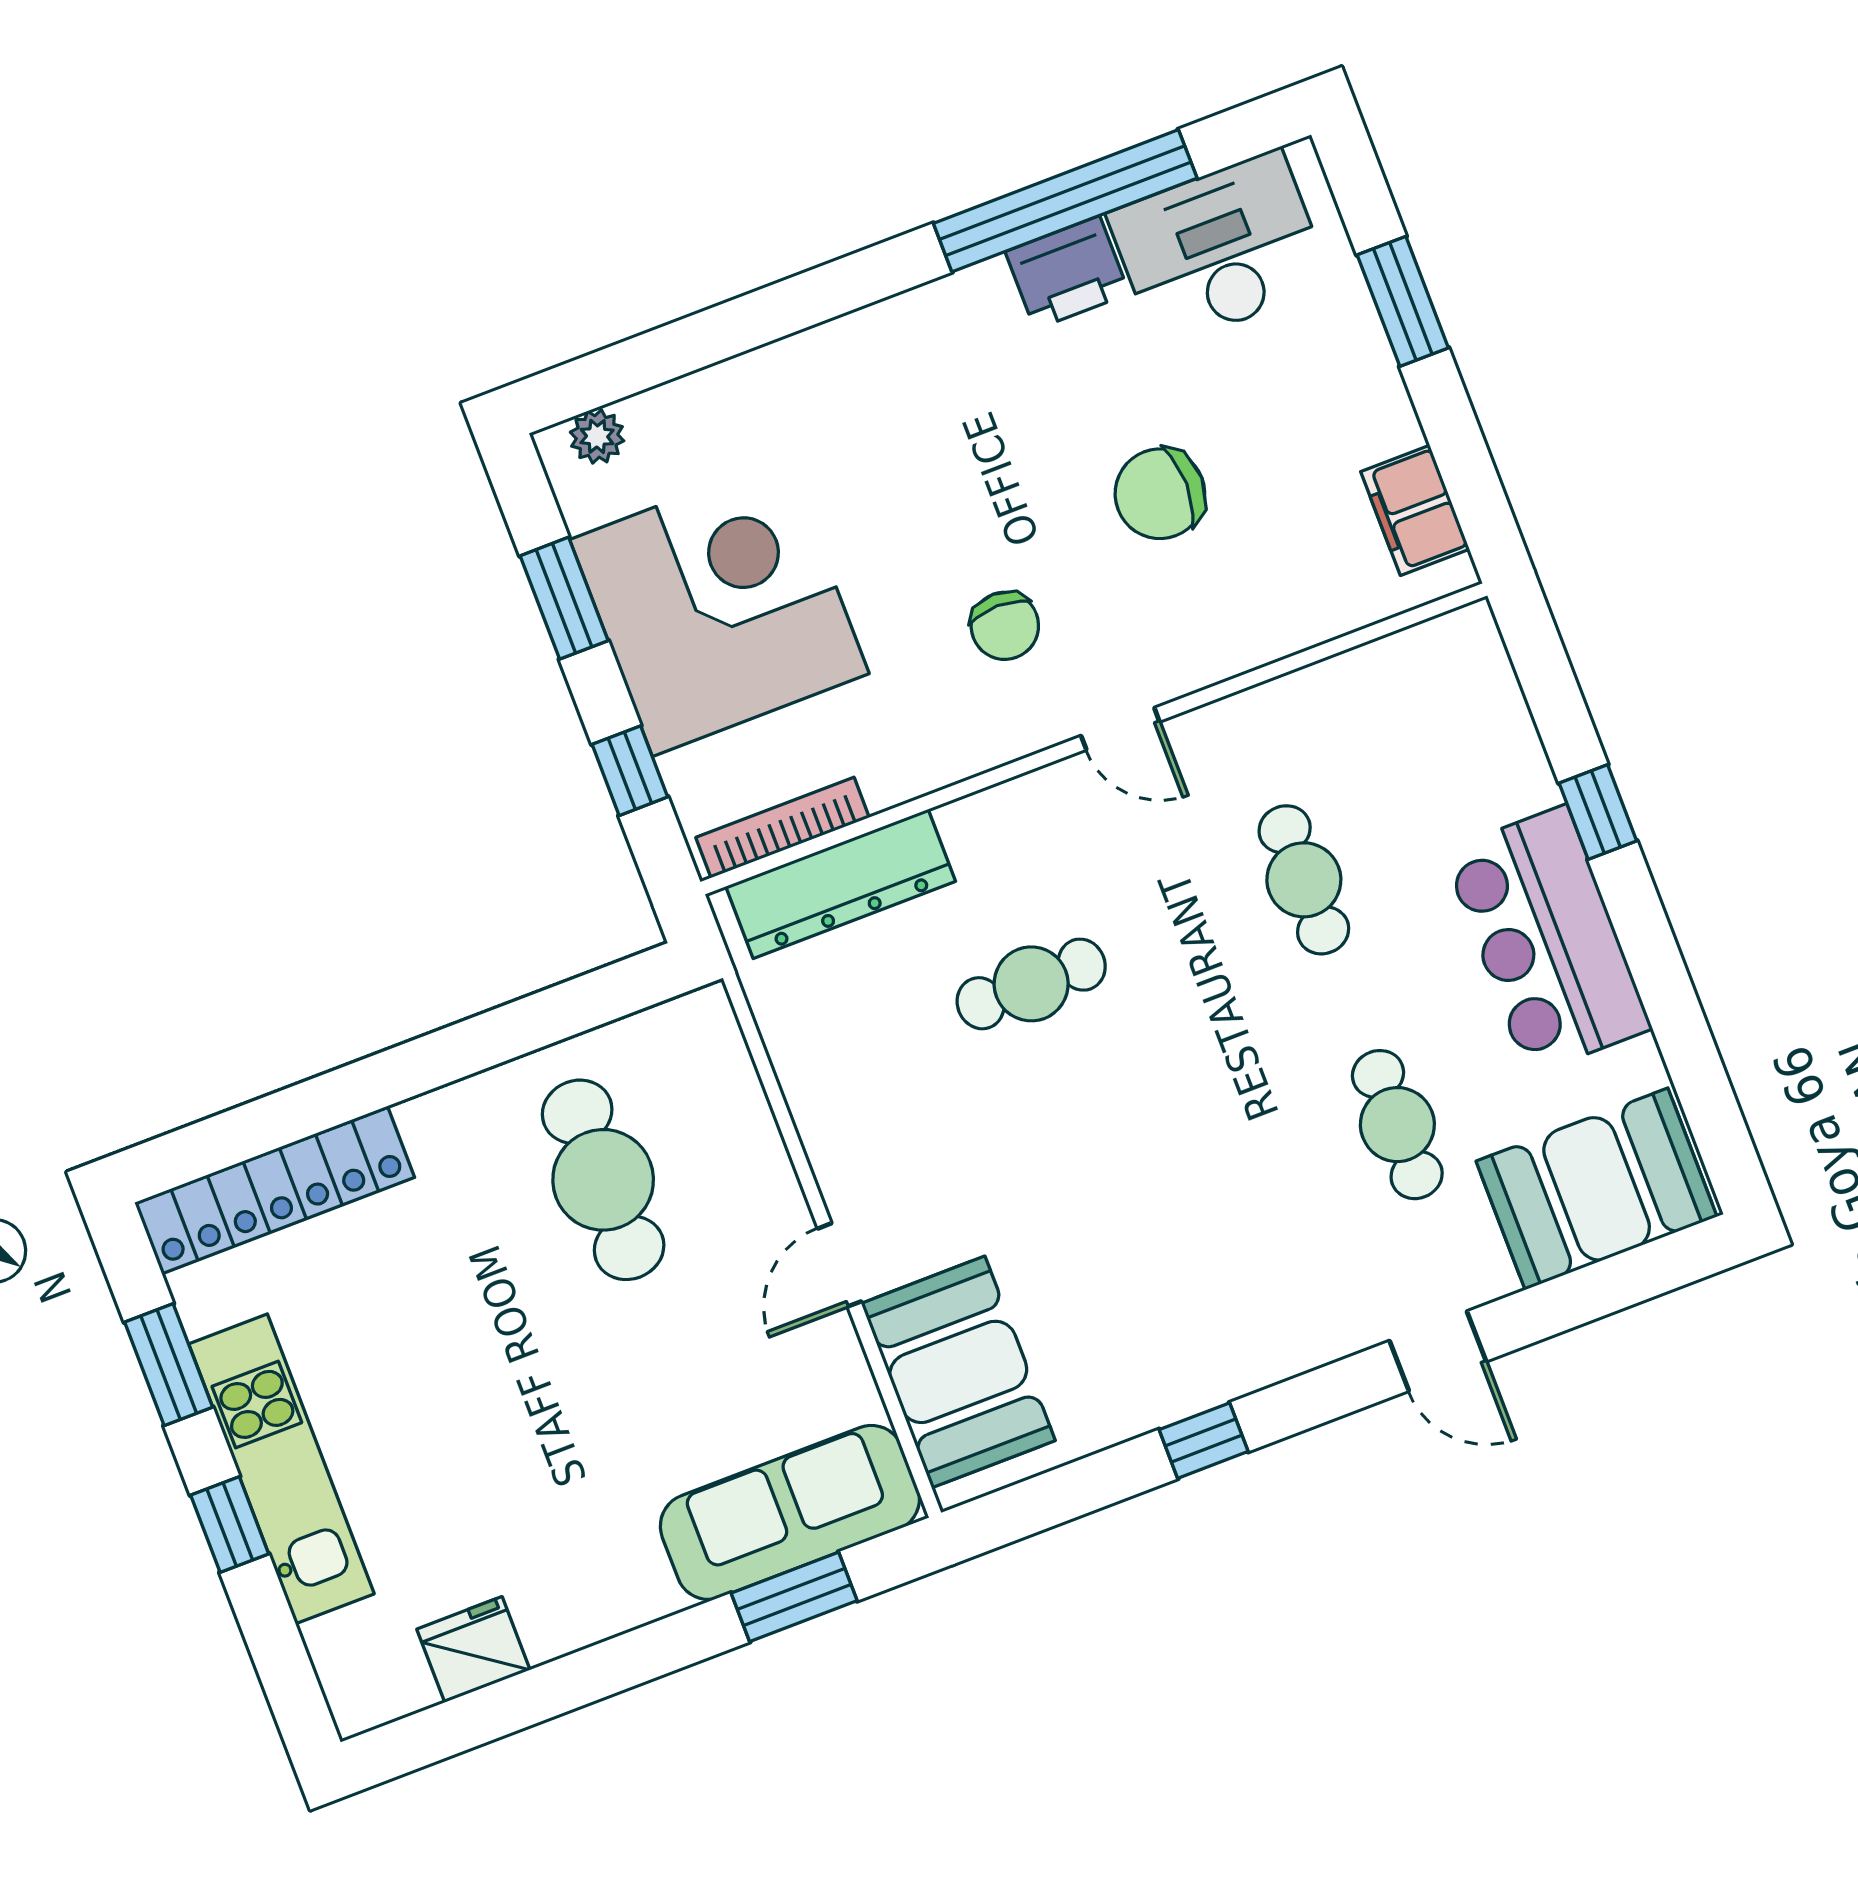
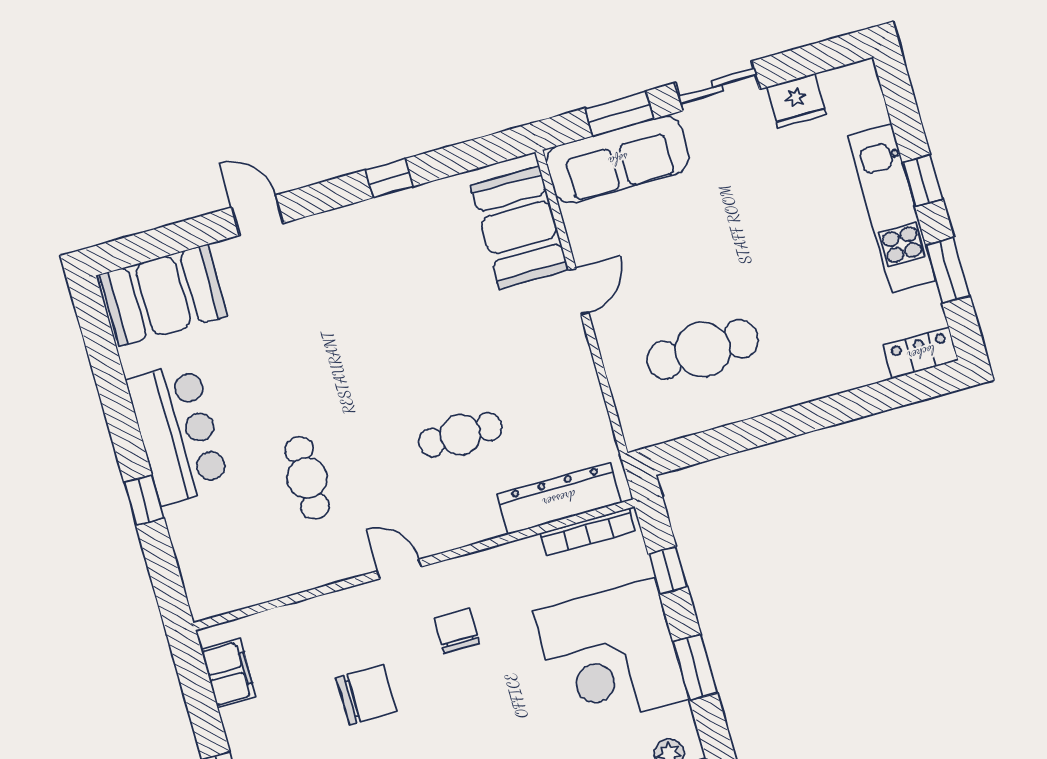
cafe table: (1397, 1125) -> (268, 340), removed
cafe table: (603, 1180) -> (703, 349), turned 90
locker: (275, 1190) -> (921, 353), width x0.46, depth x0.83
sliding door: (620, 1663) -> (717, 86), added

